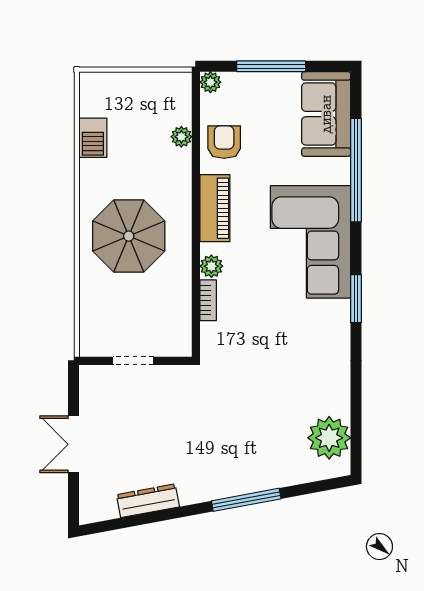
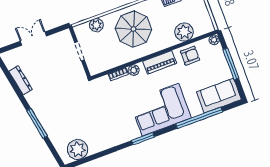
plant: (181, 137) -> (184, 32), width x1.88, depth x1.88
plant: (93, 308) -> (96, 25), added

